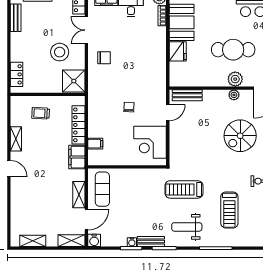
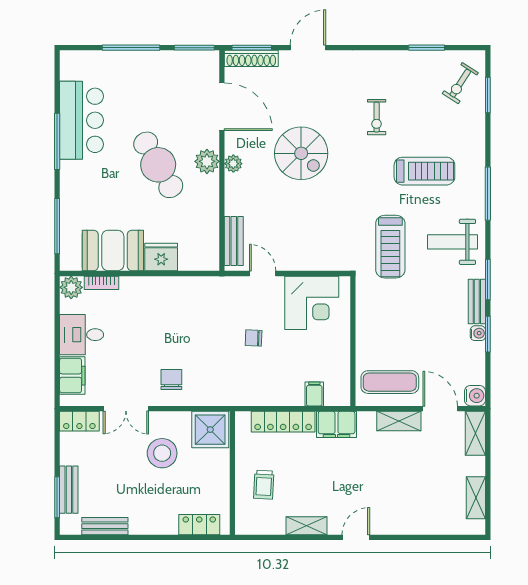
cafe table: (233, 50) -> (158, 165), turned -30
weight bench: (187, 227) -> (453, 242), turned 90

